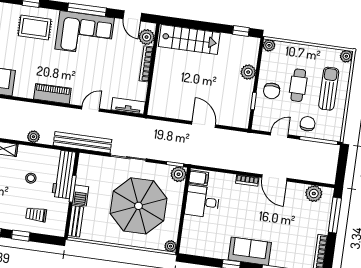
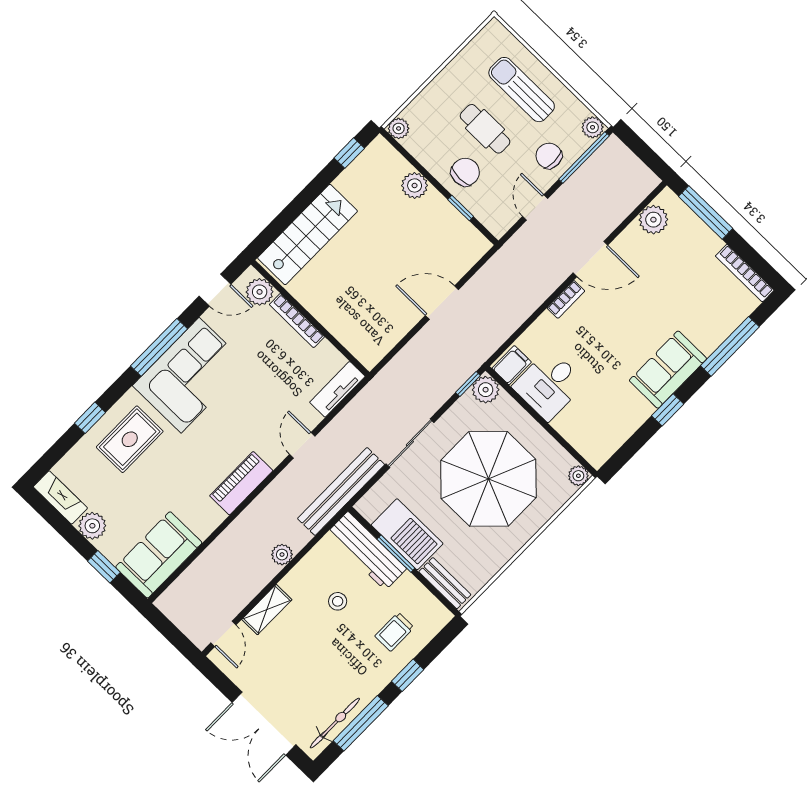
plant: (346, 56) -> (593, 127), moved
chair: (272, 91) -> (465, 172), turned -90
barbecue: (80, 195) -> (407, 534), width x1.88, depth x1.53

